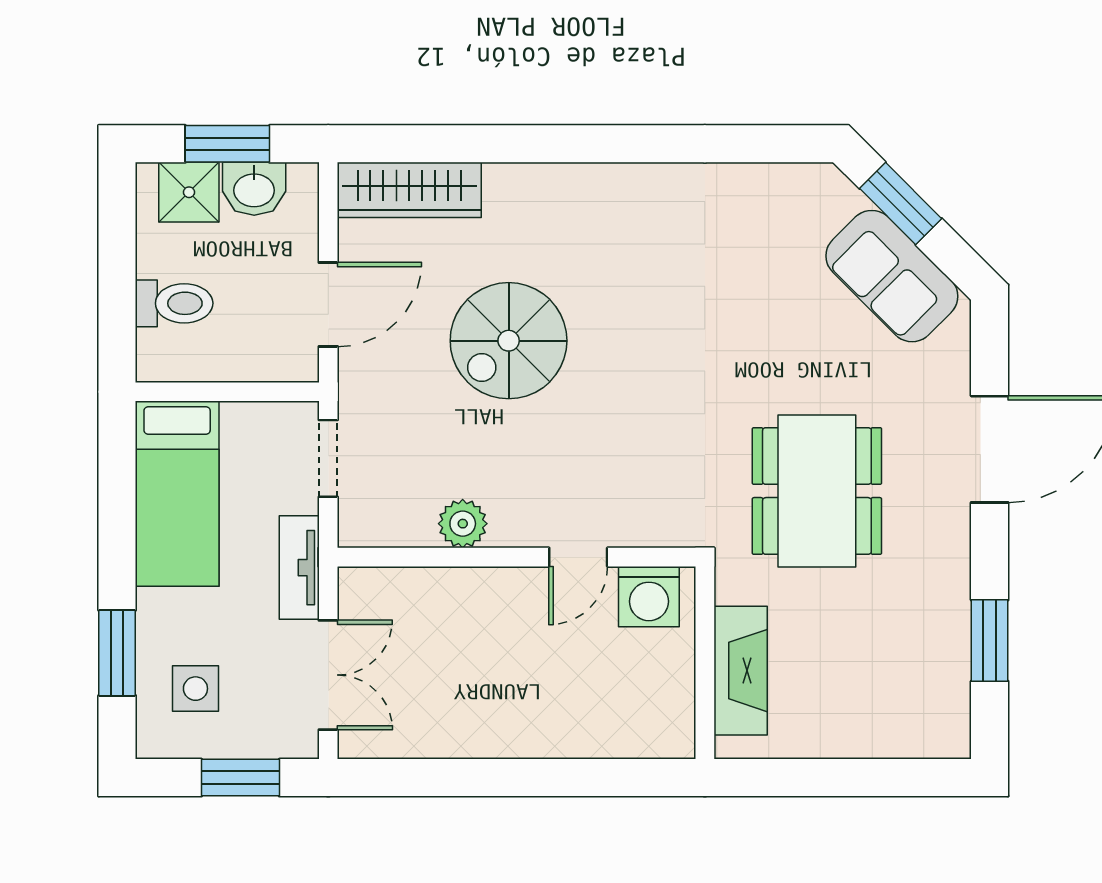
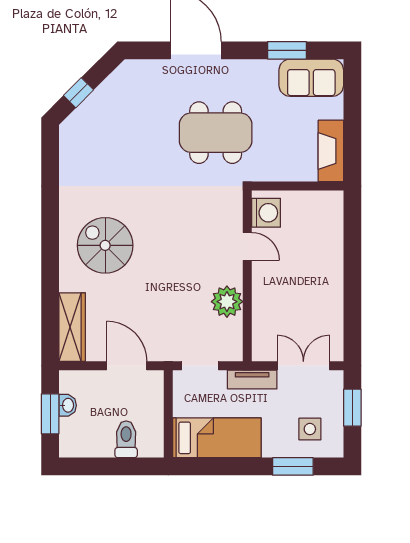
washbasin: (254, 189) -> (68, 405), width x0.72, depth x0.69
shower: (189, 192) -> (73, 432), removed
window: (901, 204) -> (79, 93), width x0.67
sofa: (892, 276) -> (311, 78), moved, turned 45
spiral stairs: (509, 341) -> (105, 245), moved, turned 180
plant: (463, 524) -> (227, 302), width x1.36, depth x1.36
fireplace: (741, 671) -> (331, 151), moved, turned -90

